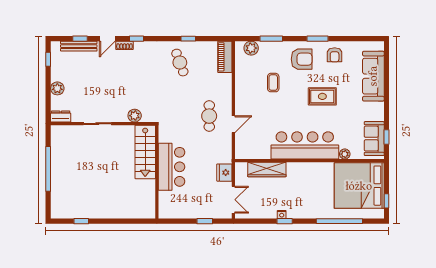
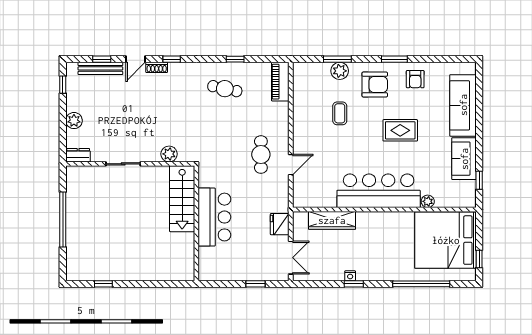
plant: (251, 48) -> (340, 71), moved
cafe table: (180, 63) -> (225, 89), turned -58
sofa: (374, 139) -> (464, 159), moved

